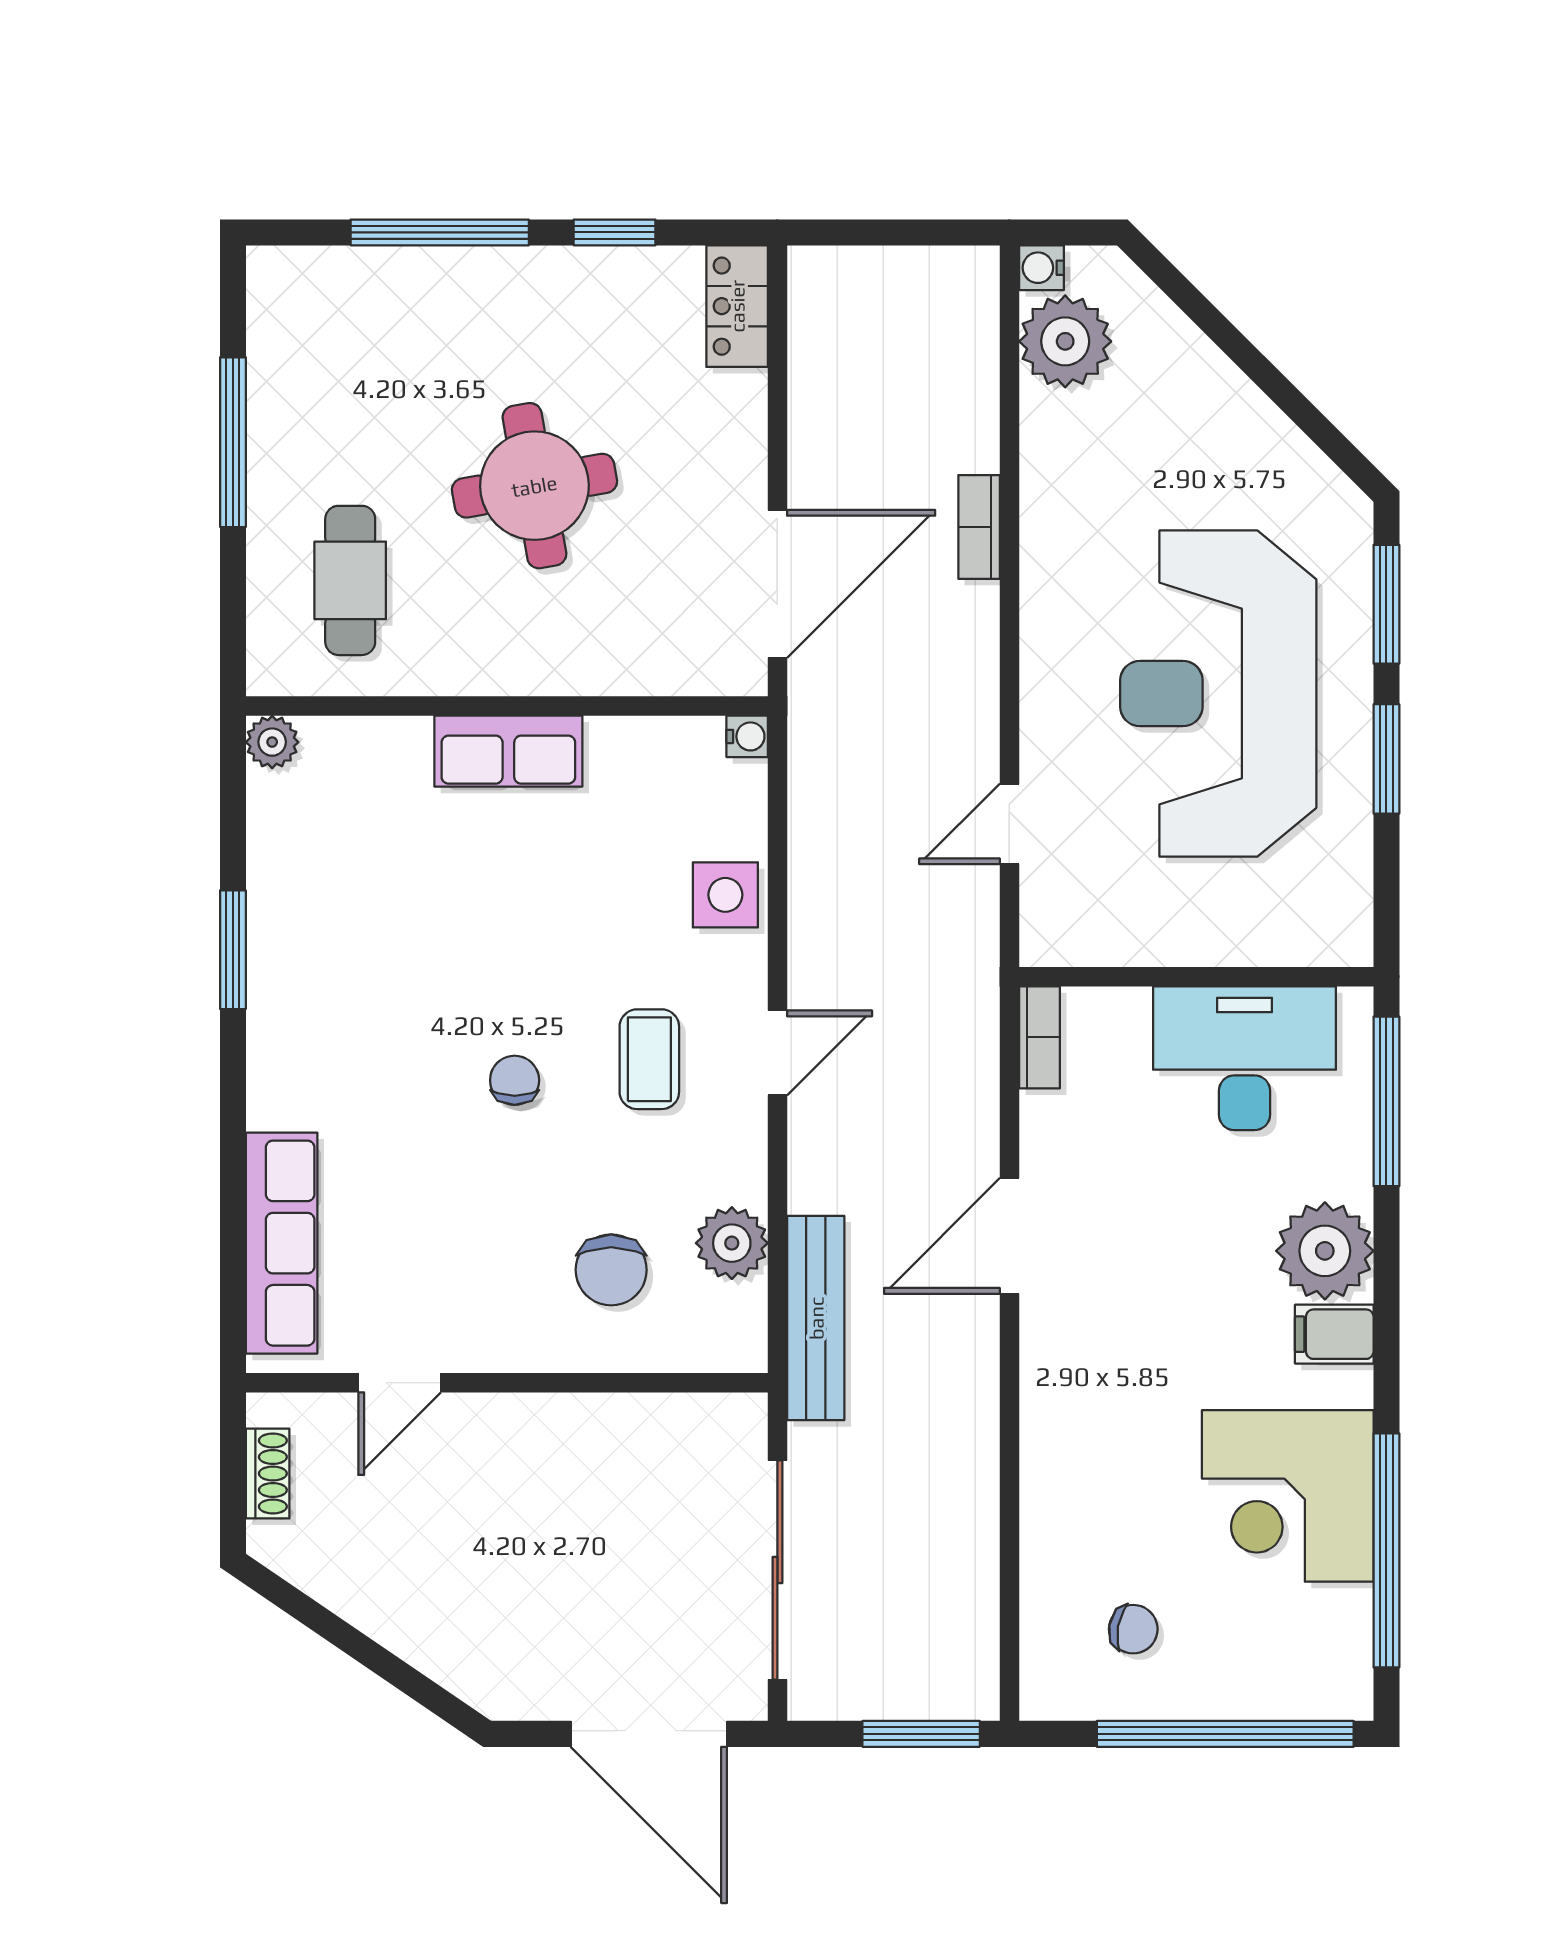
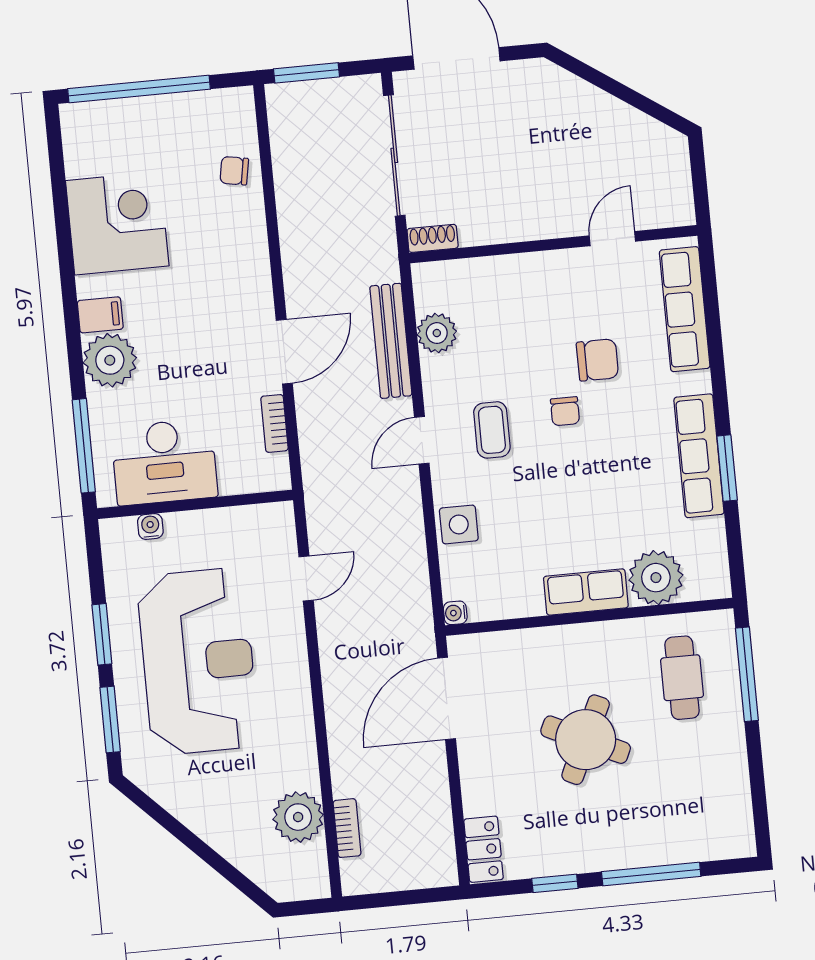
water cooler: (1041, 268) -> (150, 526), moved, turned -90
plant: (1065, 341) -> (298, 817), moved
window: (233, 442) -> (747, 674), moved
round table: (534, 486) -> (586, 740), turned 35
bookcase: (979, 527) -> (347, 828), moved
plant: (272, 742) -> (656, 578), moved, width x1.88, depth x1.88
row of seats: (281, 977) -> (699, 456), added
bookcase: (1040, 1037) -> (274, 423), moved
chair: (611, 1270) -> (597, 360), moved, turned 90
bench: (816, 1318) -> (391, 341), moved
shoe rack: (268, 1474) -> (433, 238), moved, turned 90
window: (1386, 1550) -> (60, 199), removed
chair: (1133, 1629) -> (234, 171), moved

